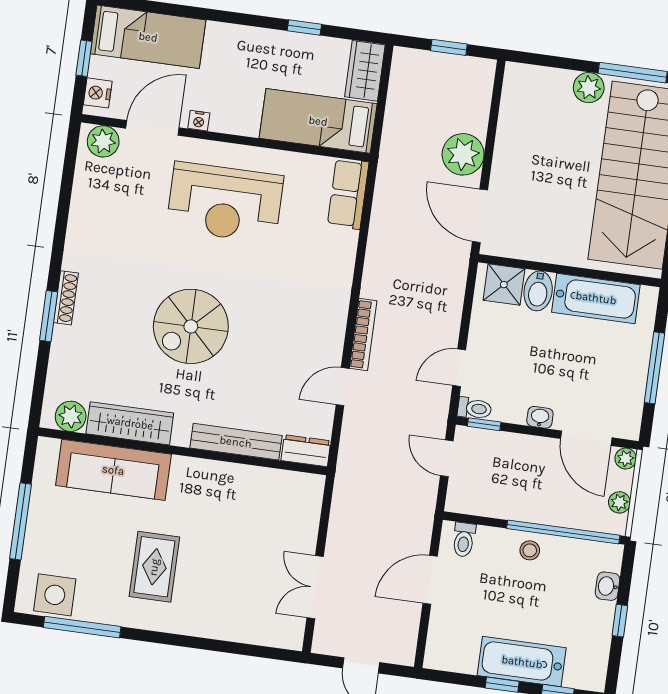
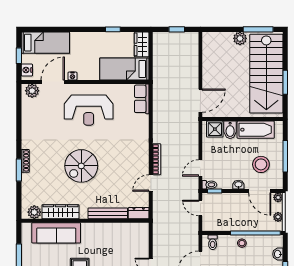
plant: (463, 154) -> (189, 75), removed
door: (480, 216) -> (200, 101), swing flipped
stool: (597, 379) -> (261, 164), added

